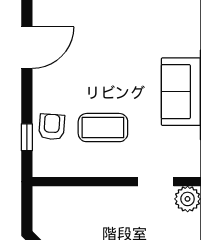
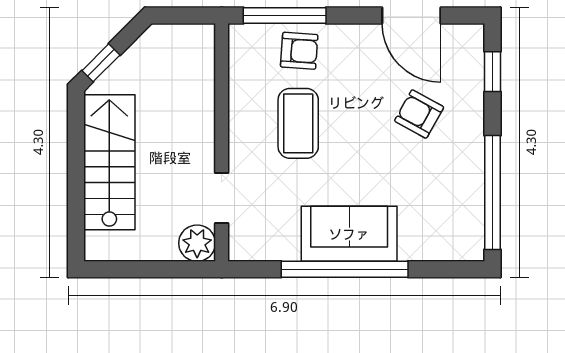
armchair: (96, 42) -> (419, 114), added
window: (27, 137) -> (285, 16), width x2.17

